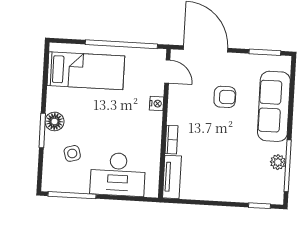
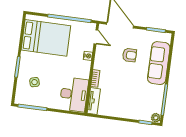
bed: (86, 71) -> (46, 38), width x1.50
floor lamp: (54, 121) -> (25, 62), removed
plant: (278, 162) -> (156, 118), moved
desk: (118, 174) -> (74, 94), moved, turned -90

